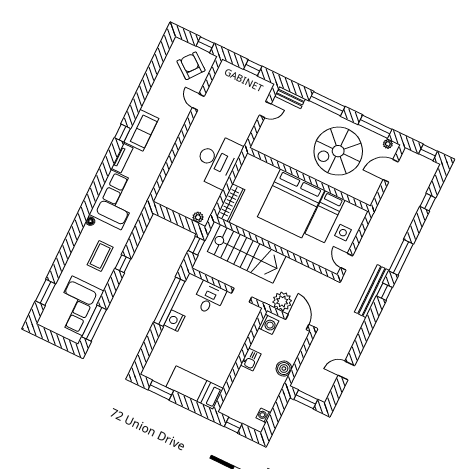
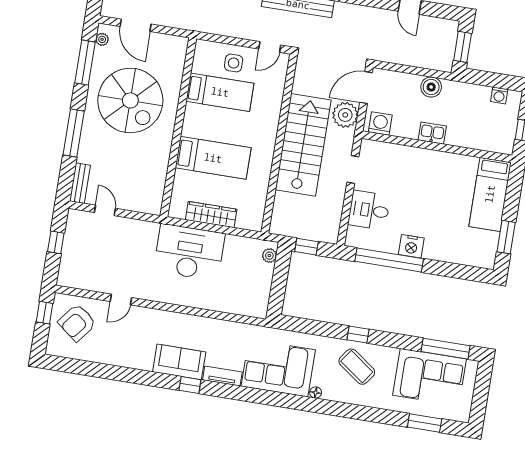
wardrobe: (231, 203) -> (211, 215), moved
bed: (291, 203) -> (213, 158), width x0.49
stairs: (247, 254) -> (303, 145), moved
coffee table: (100, 256) -> (357, 367), turned 36

